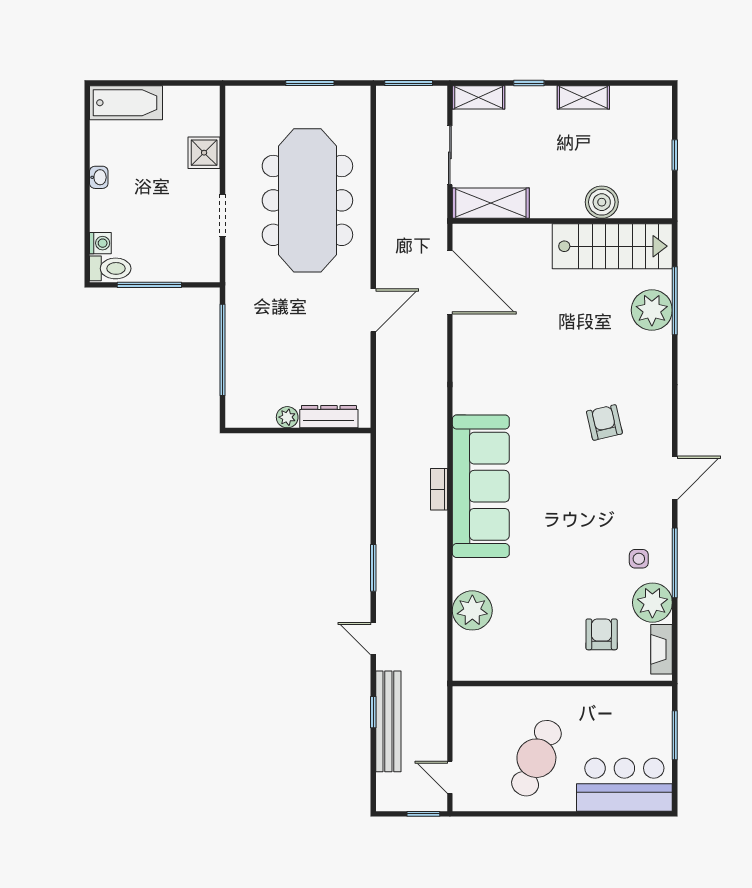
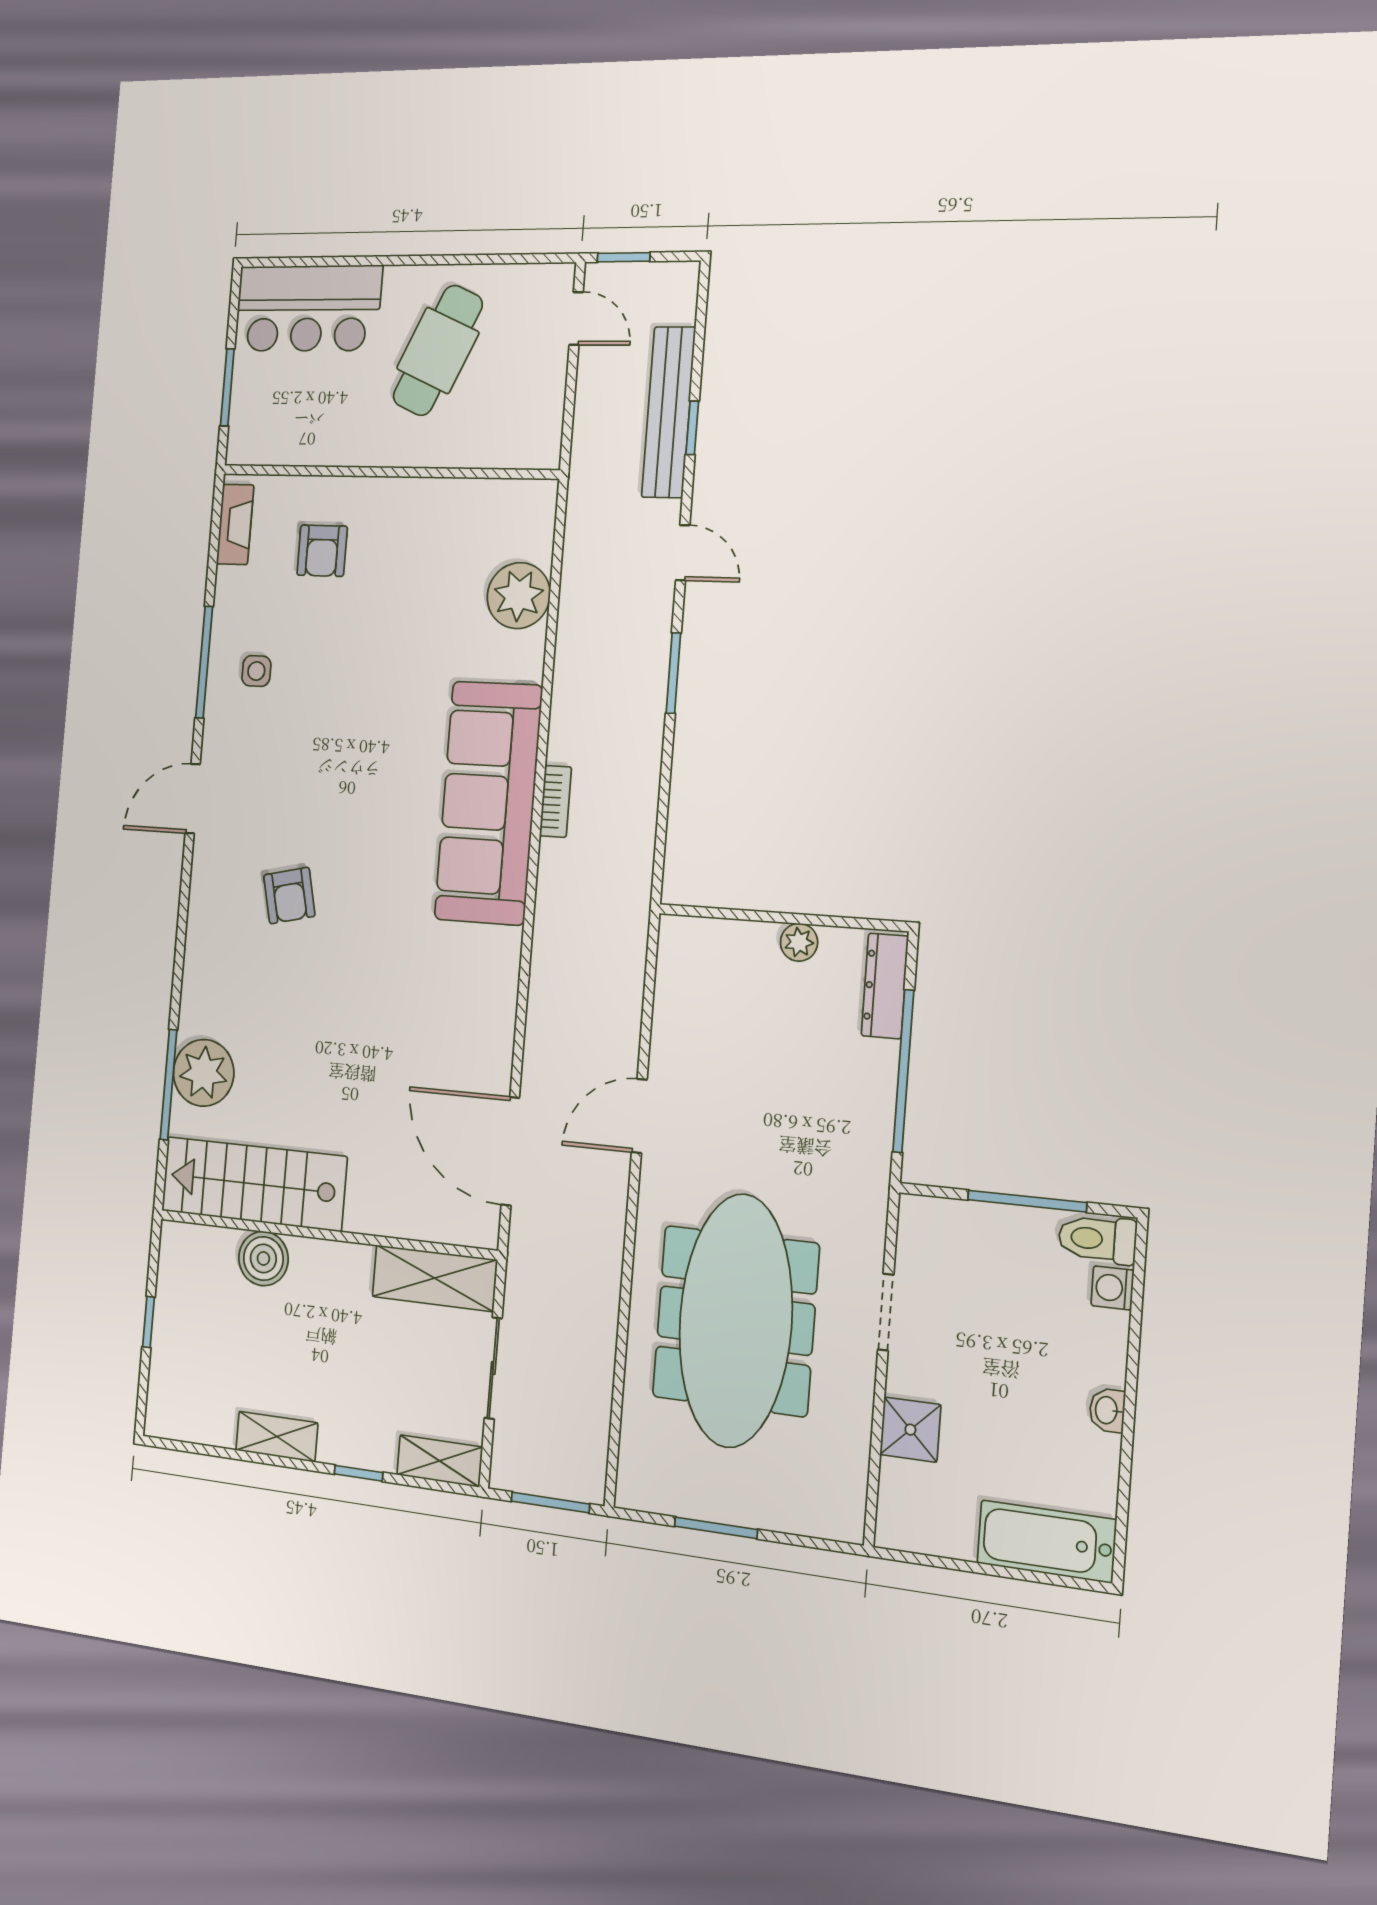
dresser: (329, 417) -> (885, 986), moved, turned 90
plant: (652, 603) -> (242, 600), removed

